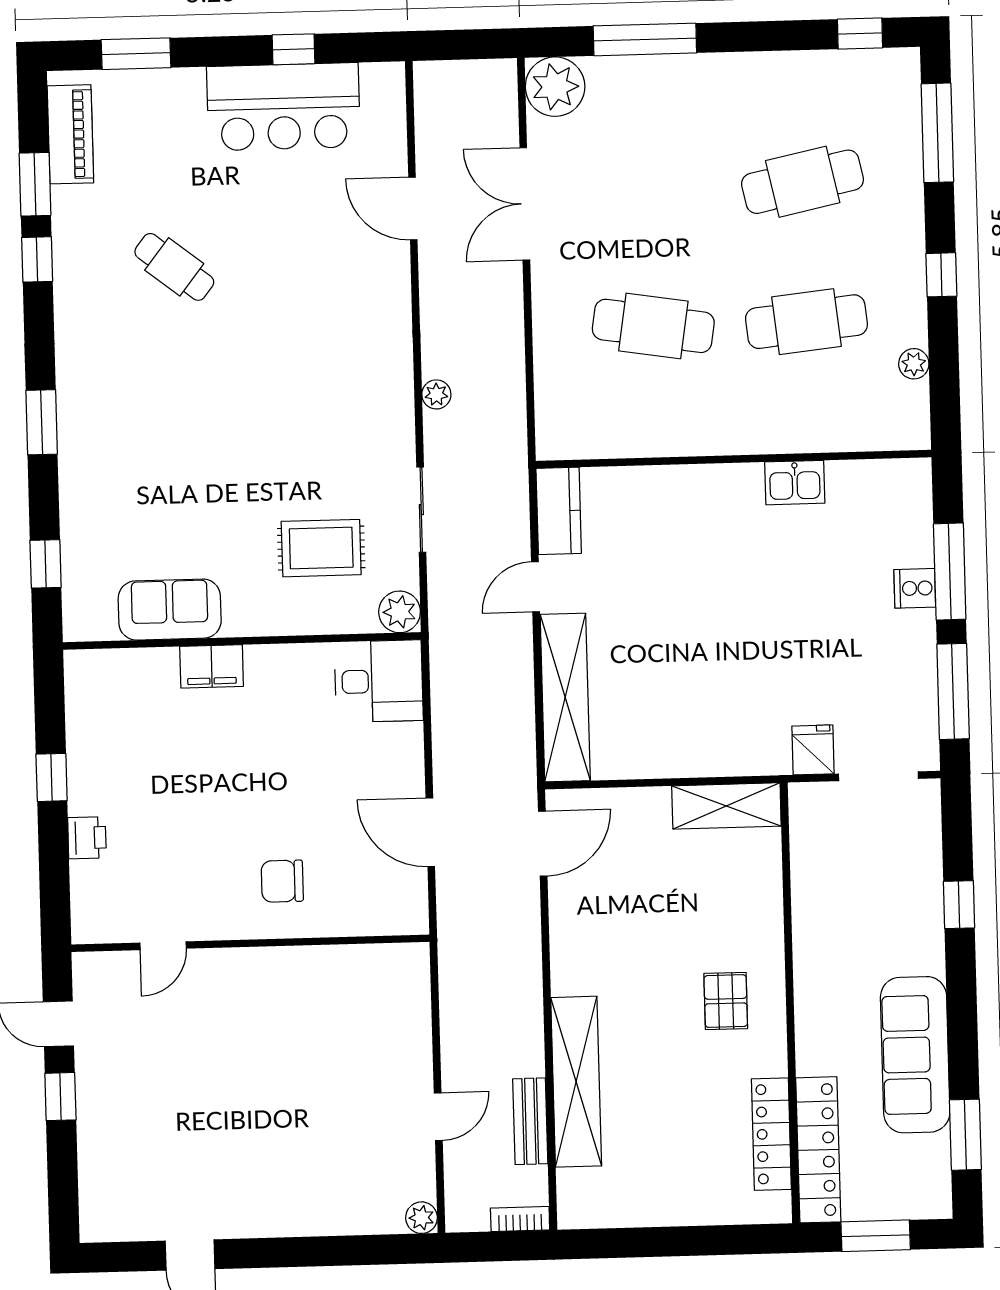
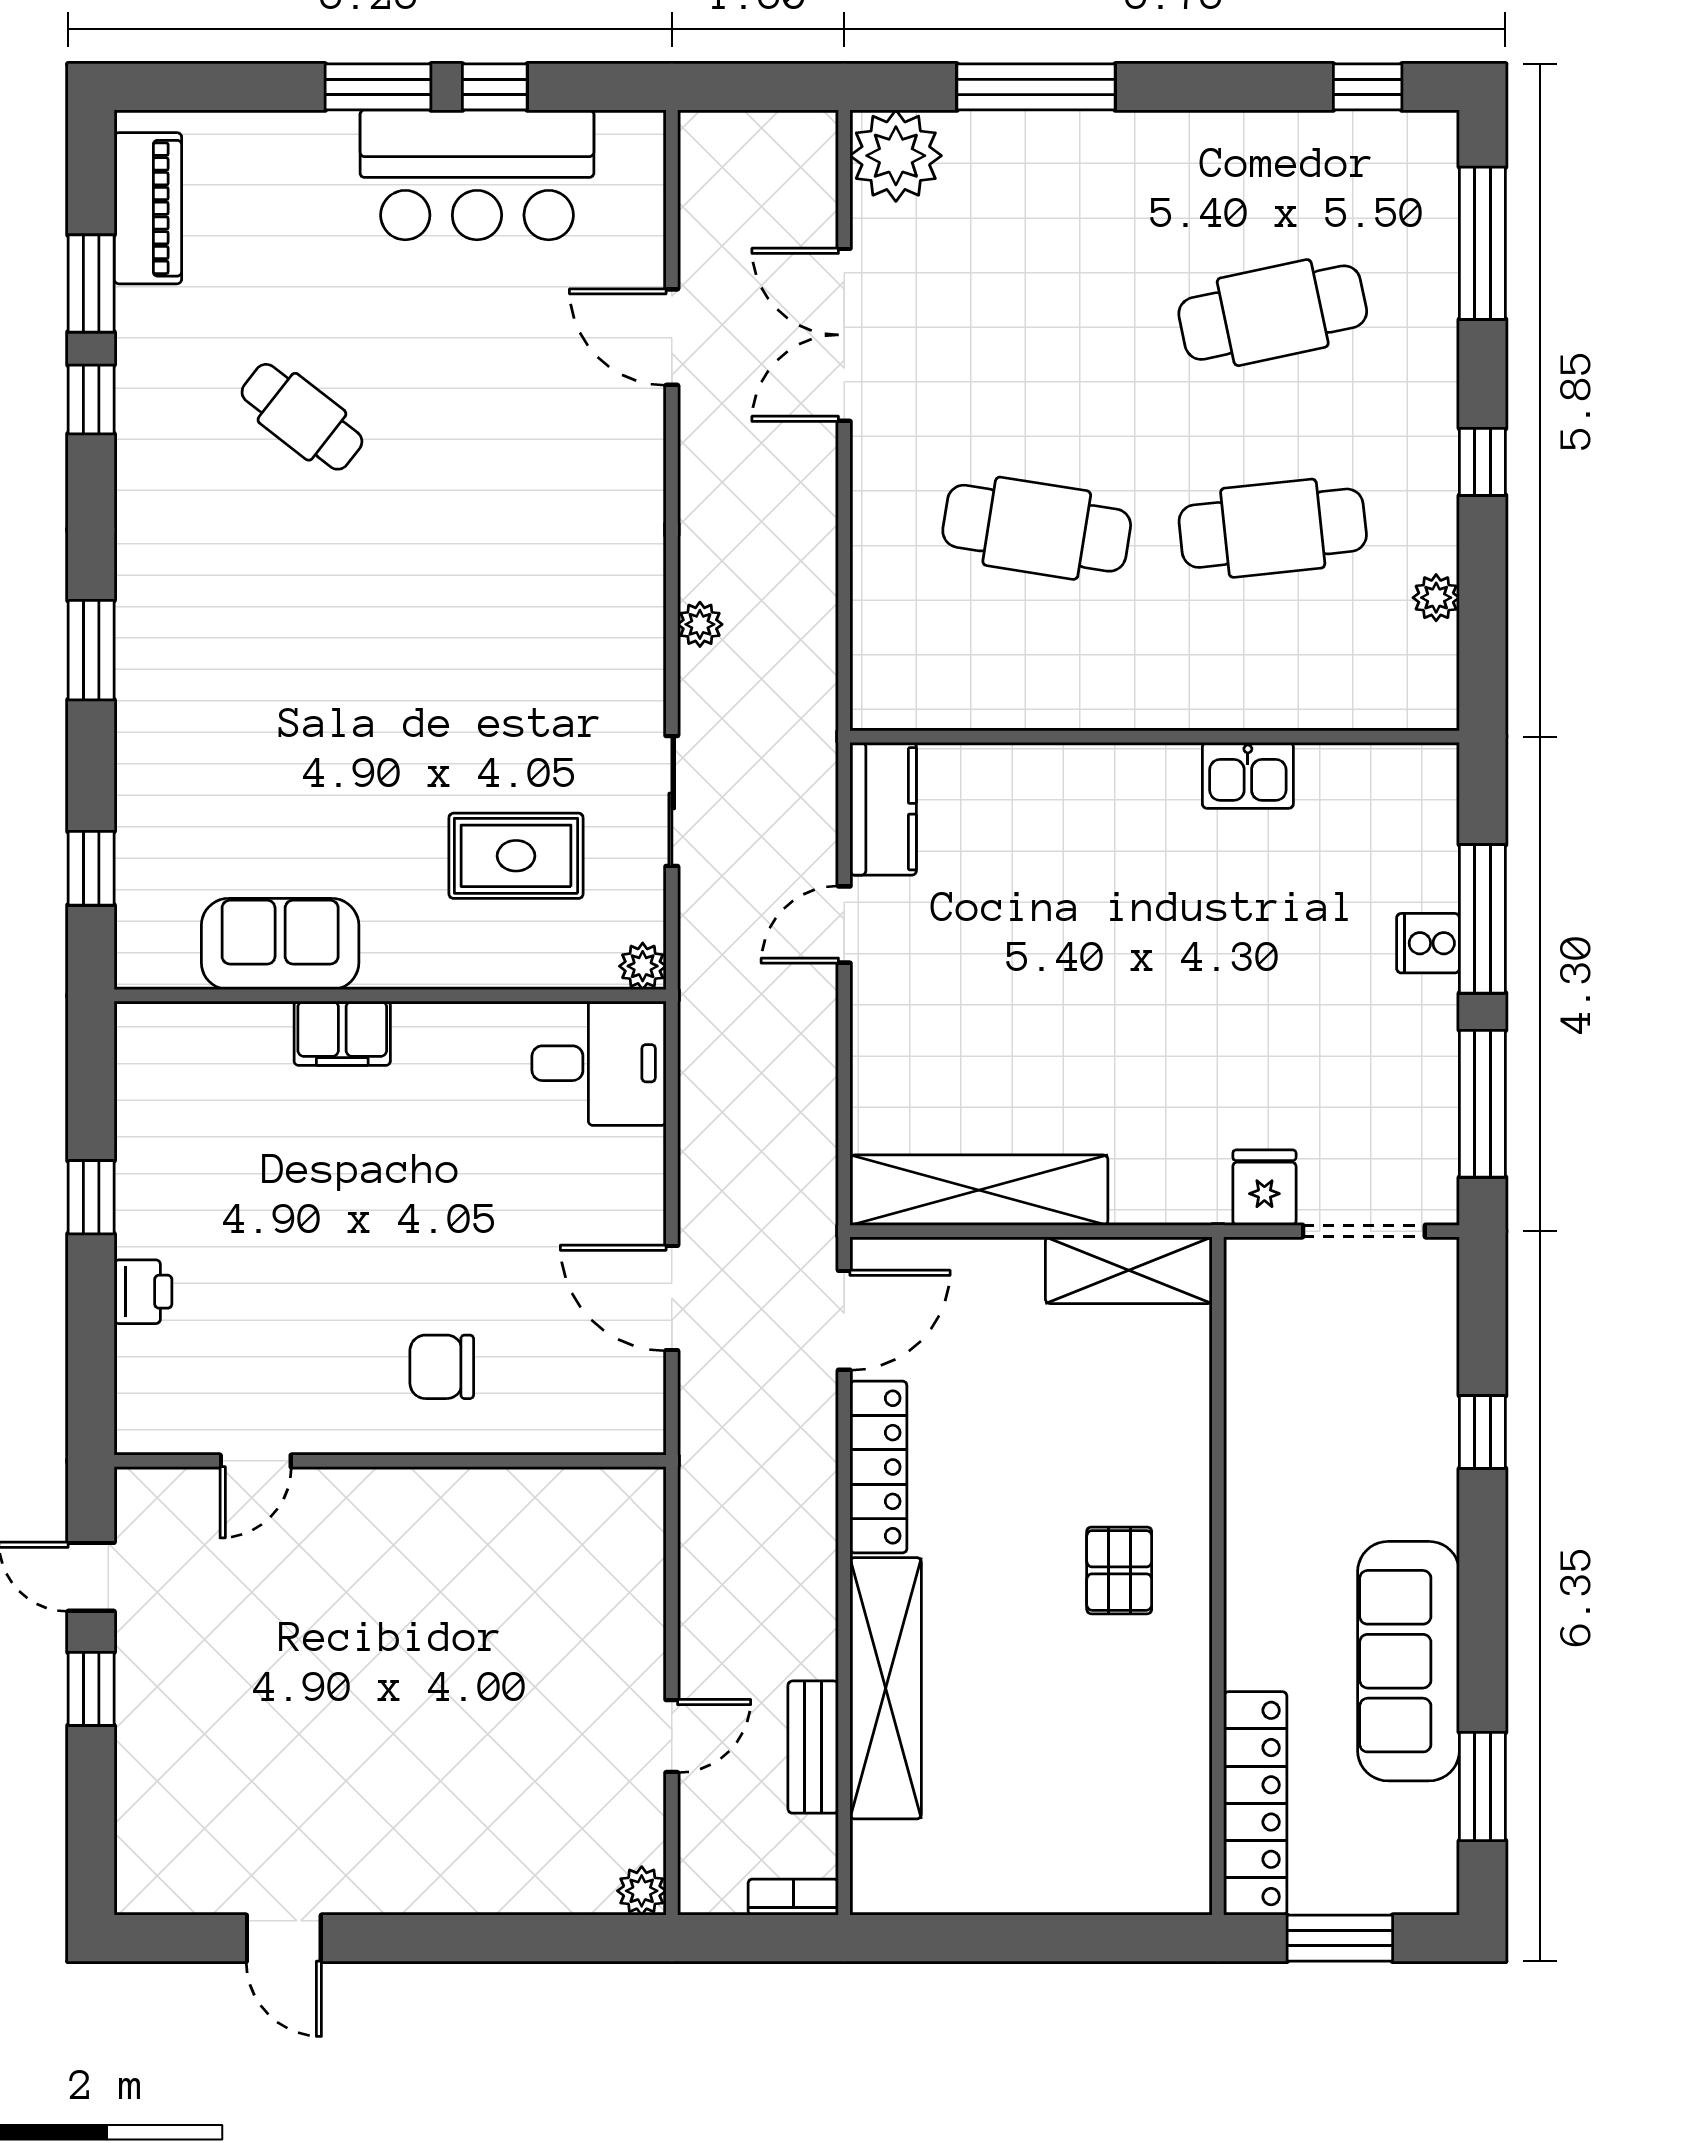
window: (136, 54) -> (378, 87), moved
plant: (400, 612) -> (643, 966), width x0.73, depth x0.73
shelving: (565, 698) -> (979, 1190), moved, turned 90
locker: (771, 1134) -> (878, 1467), moved, turned 180

